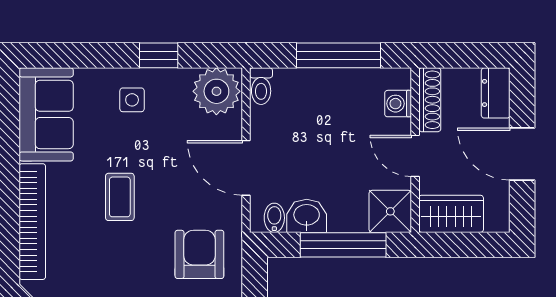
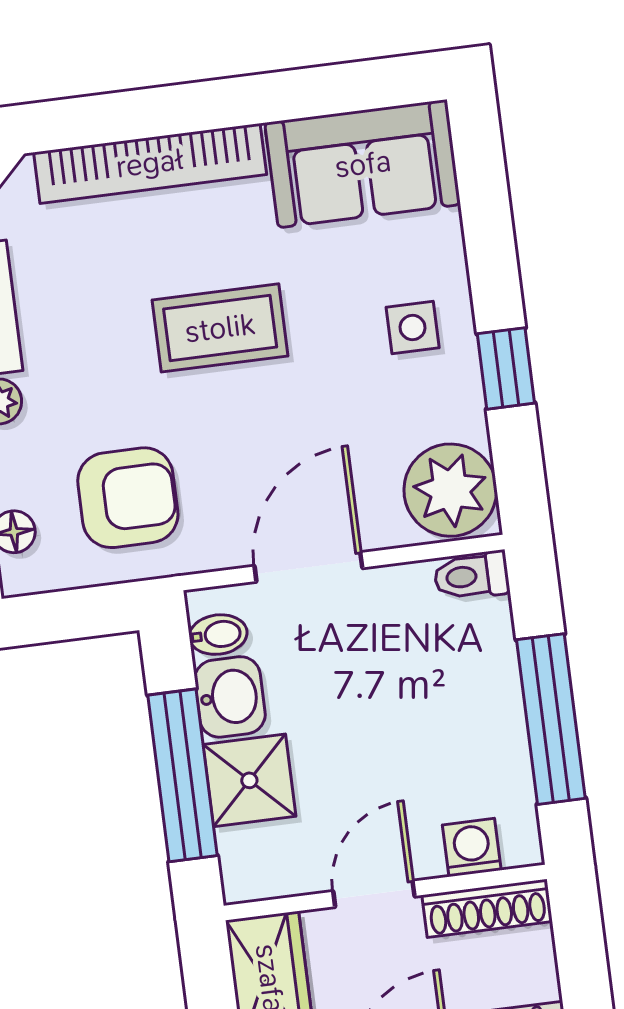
coffee table: (120, 197) -> (220, 328), width x1.36, depth x1.30
shower: (390, 211) -> (249, 780), moved

